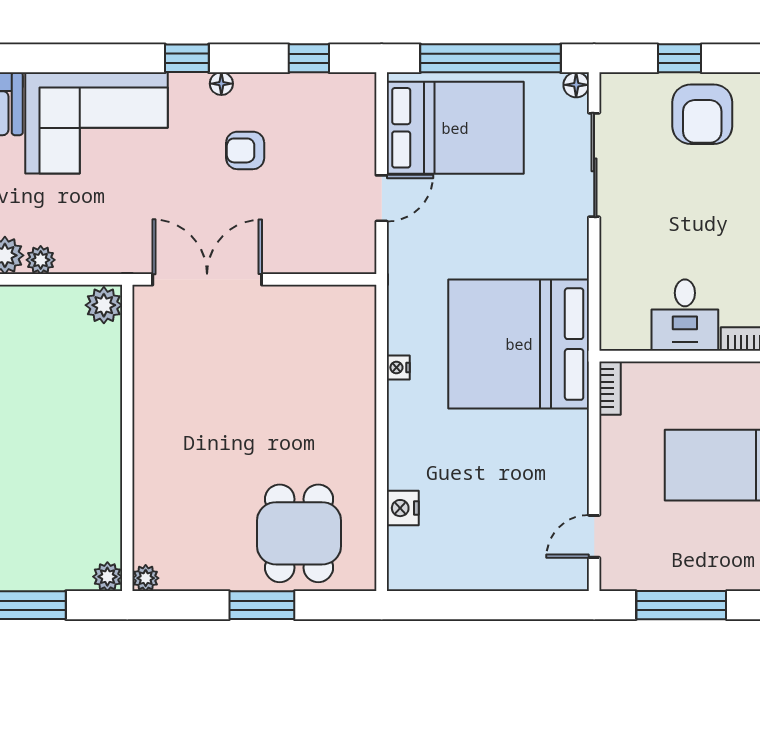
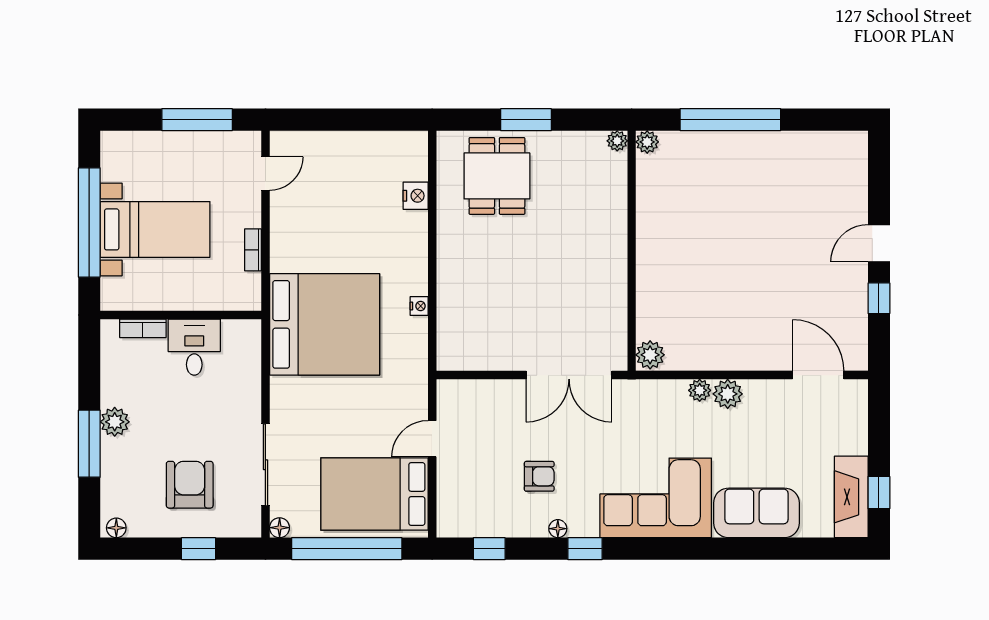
armchair: (702, 114) -> (190, 485), moved
bookcase: (610, 388) -> (253, 250), moved

